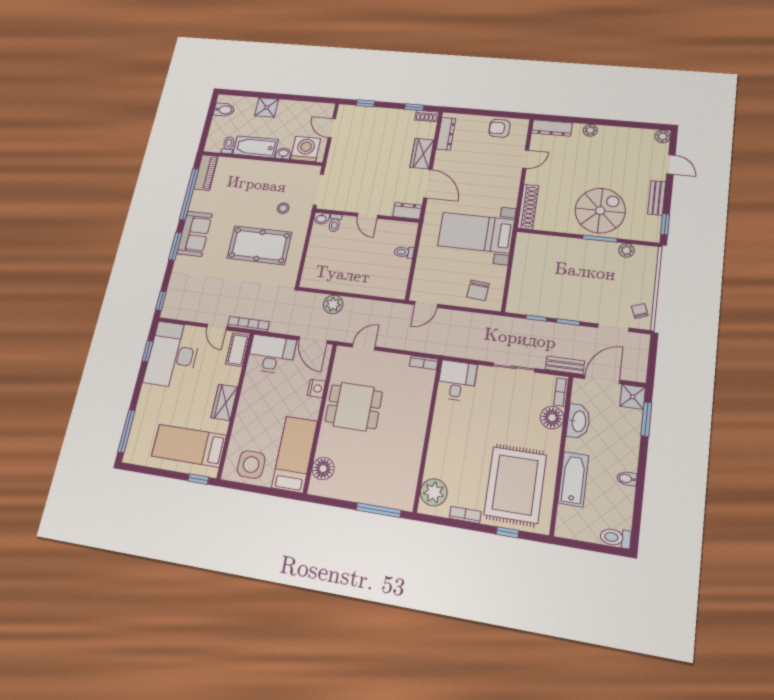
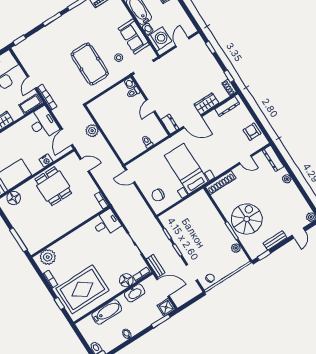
door: (428, 184) -> (193, 122), hinge flipped
spiral stairs: (600, 211) -> (247, 219), turned -90
sofa: (194, 234) -> (134, 36), moved, turned 90

